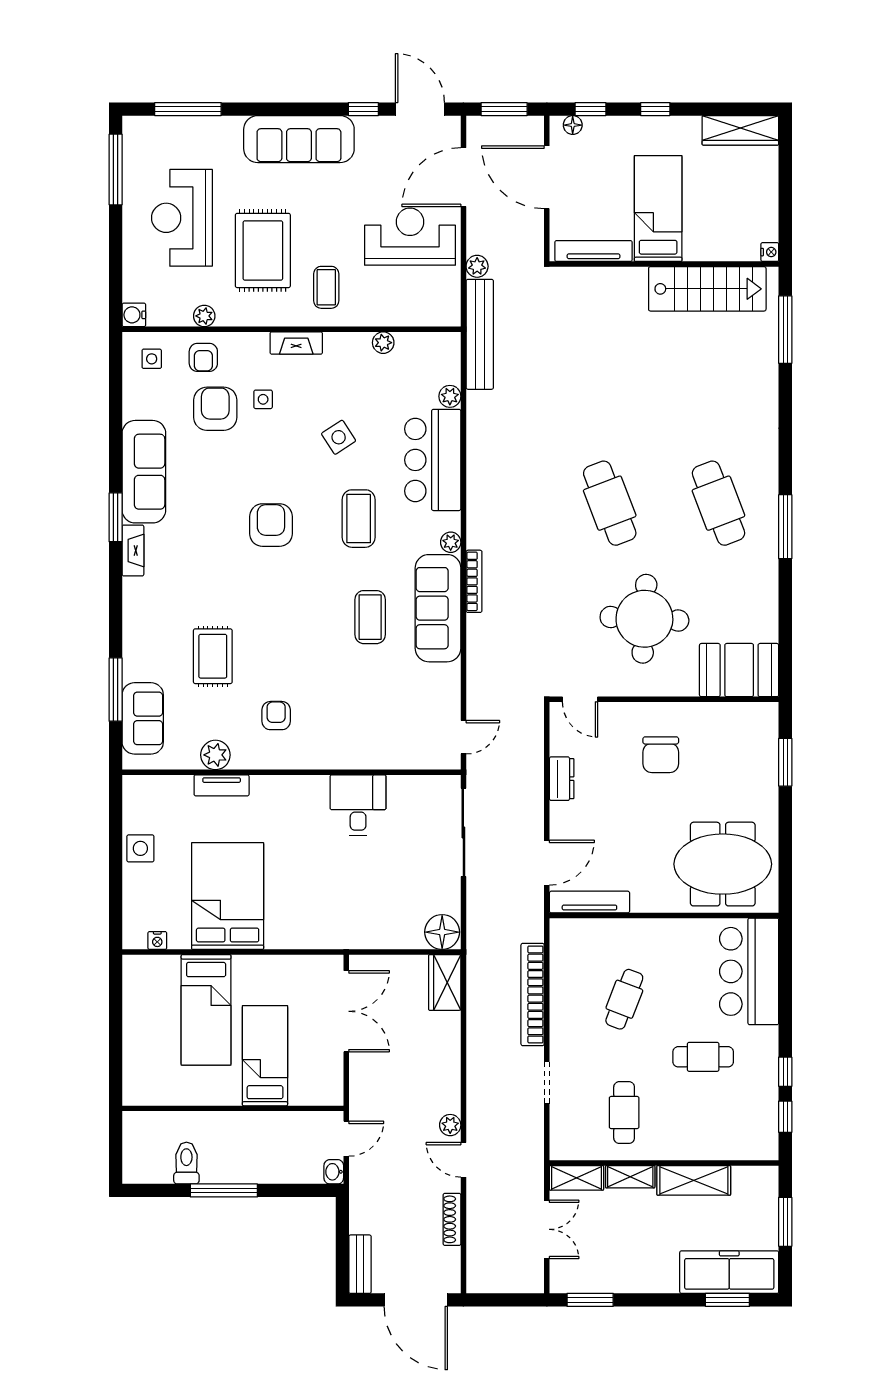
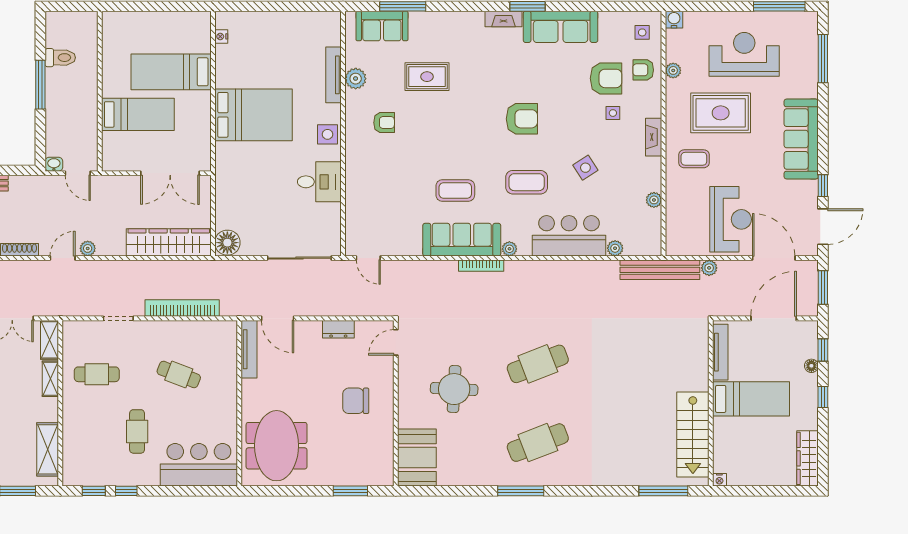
floor lamp: (573, 125) -> (811, 366), moved
round table: (644, 619) -> (454, 389), width x0.73, depth x0.73
tv unit: (222, 785) -> (334, 75), width x1.41
side table: (140, 848) -> (328, 134), moved
bed: (228, 896) -> (253, 115), moved
wardrobe: (445, 982) -> (169, 242), width x2.10, depth x1.17
shelving: (694, 1180) -> (48, 449), moved

